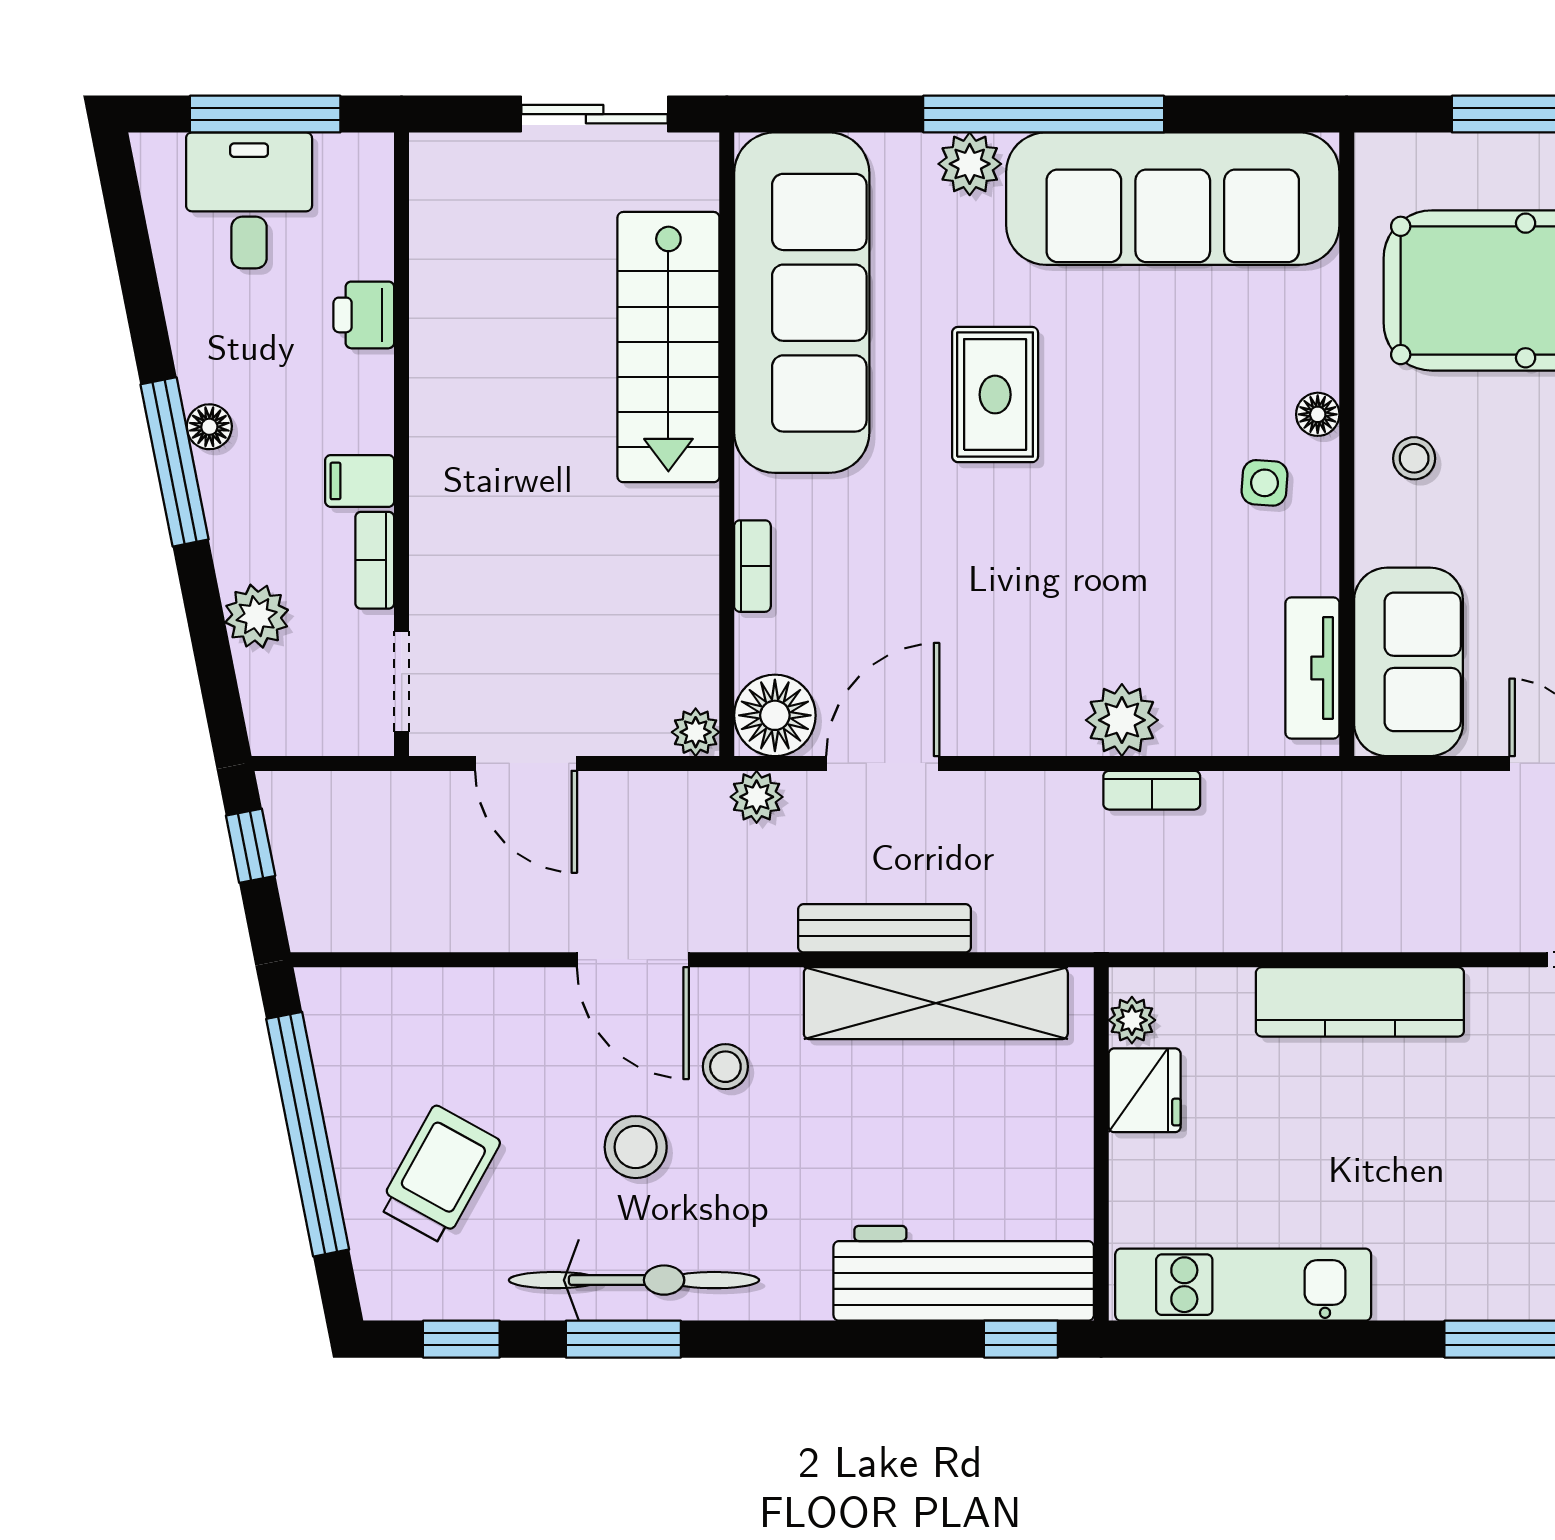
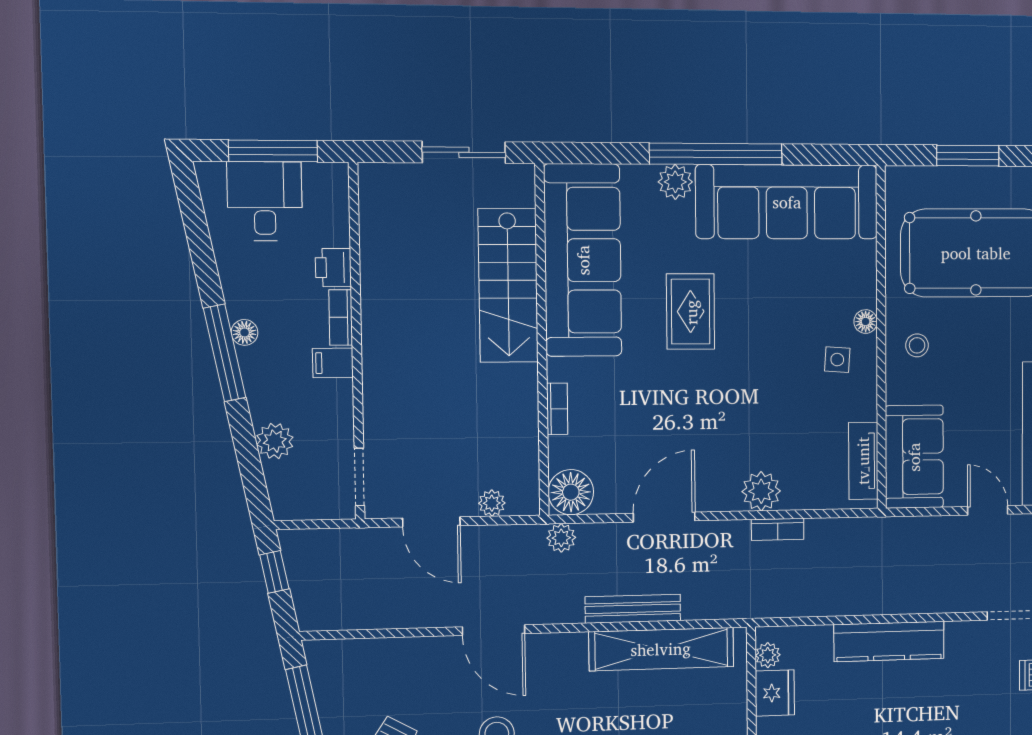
bookcase: (375, 560) -> (341, 317), moved
plant: (696, 732) -> (492, 503), moved
door: (883, 763) -> (664, 517), moved
stool: (725, 1067) -> (546, 688), removed

